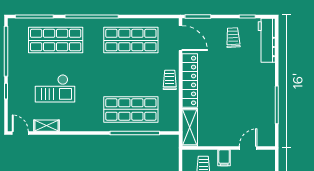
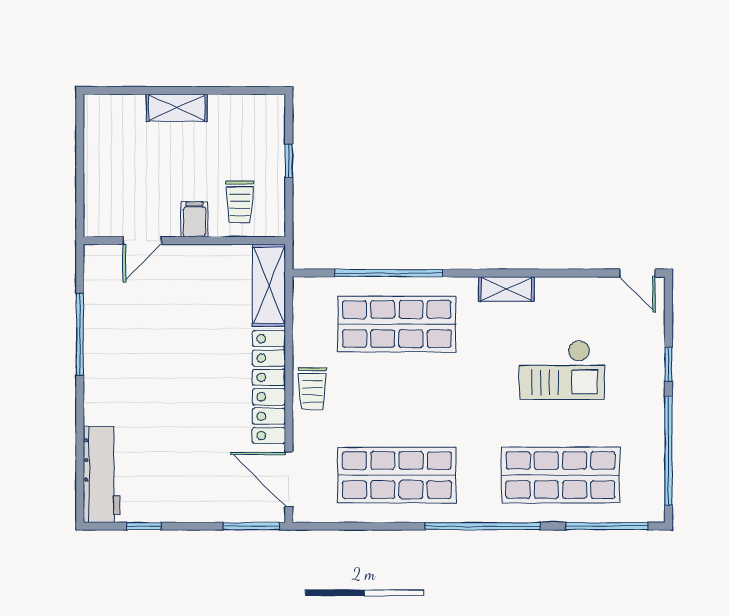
trolley: (233, 38) -> (175, 480), removed
checkout: (55, 88) -> (562, 370), turned 180
shelving: (46, 126) -> (506, 289), moved

